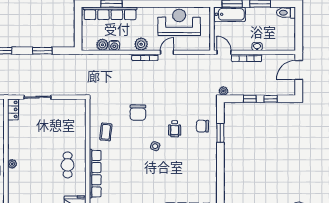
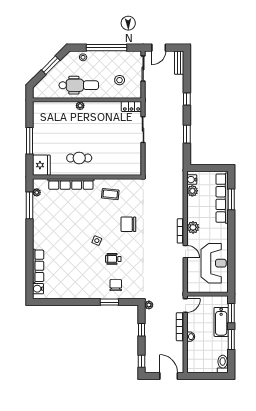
bathtub: (230, 14) -> (221, 322), moved
water cooler: (114, 46) -> (192, 180), moved
window: (271, 99) -> (141, 361), moved

